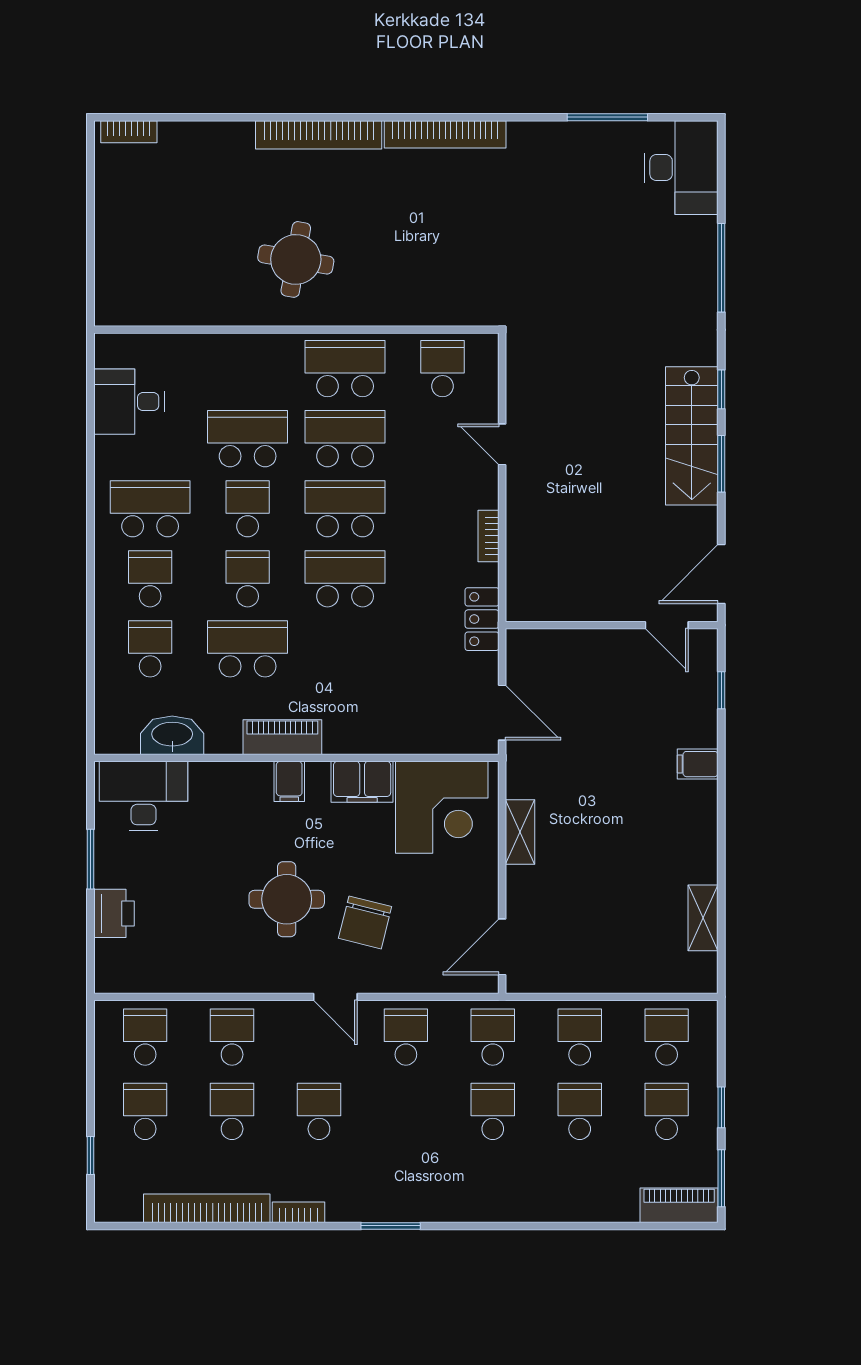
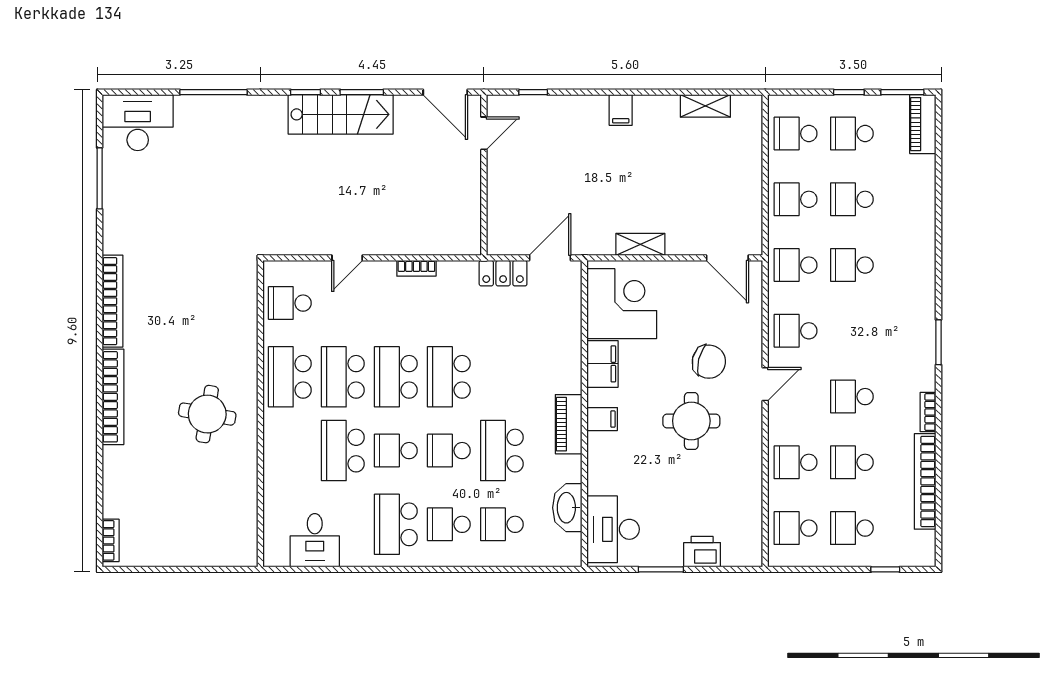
locker: (482, 619) -> (503, 273), moved
filing cabinet: (698, 764) -> (621, 110), moved

